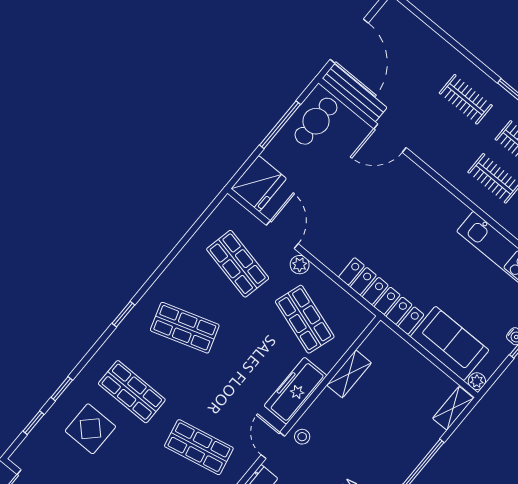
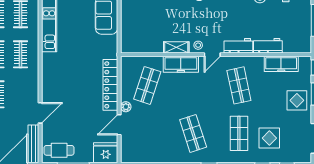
door: (390, 138) -> (40, 113), hinge flipped
shop shelf: (238, 264) -> (147, 133), removed
locker: (381, 296) -> (110, 85), moved
shelving: (349, 374) -> (176, 47), moved

